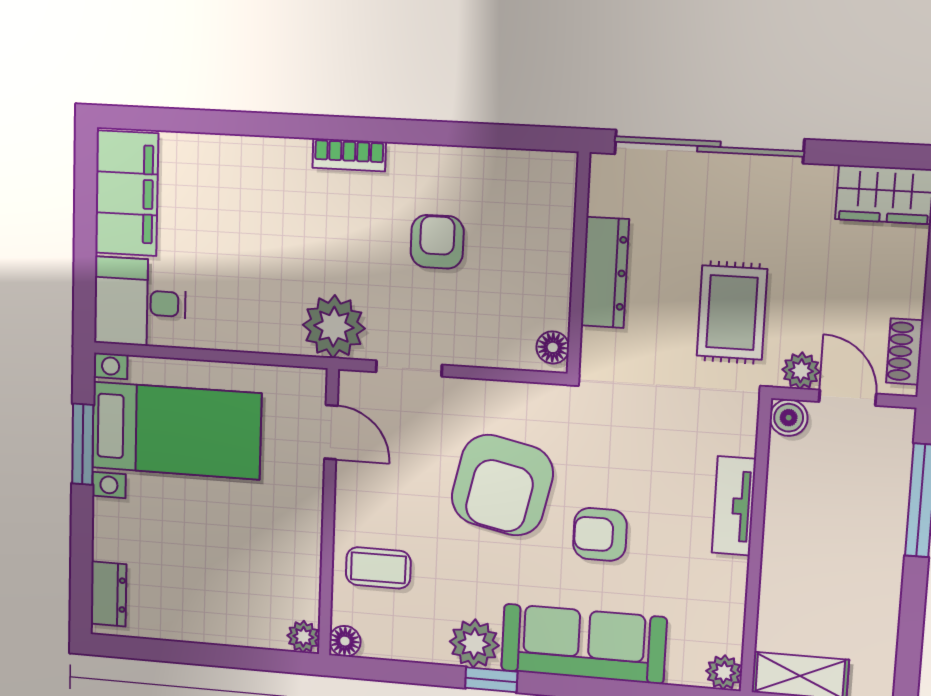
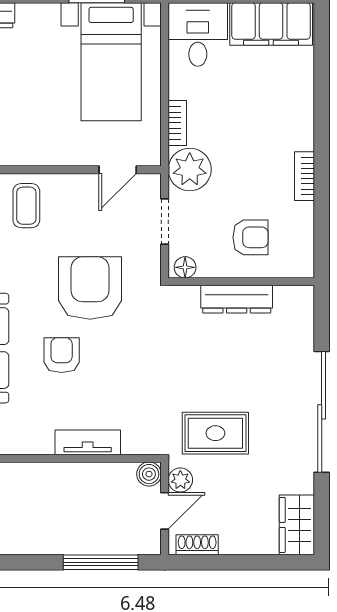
wall: (579, 264) -> (241, 282), moved
dresser: (605, 272) -> (237, 299), moved
bookcase: (266, 340) -> (177, 123), added
floor lamp: (553, 347) -> (185, 267), moved
armchair: (502, 485) -> (90, 288), turned 78

